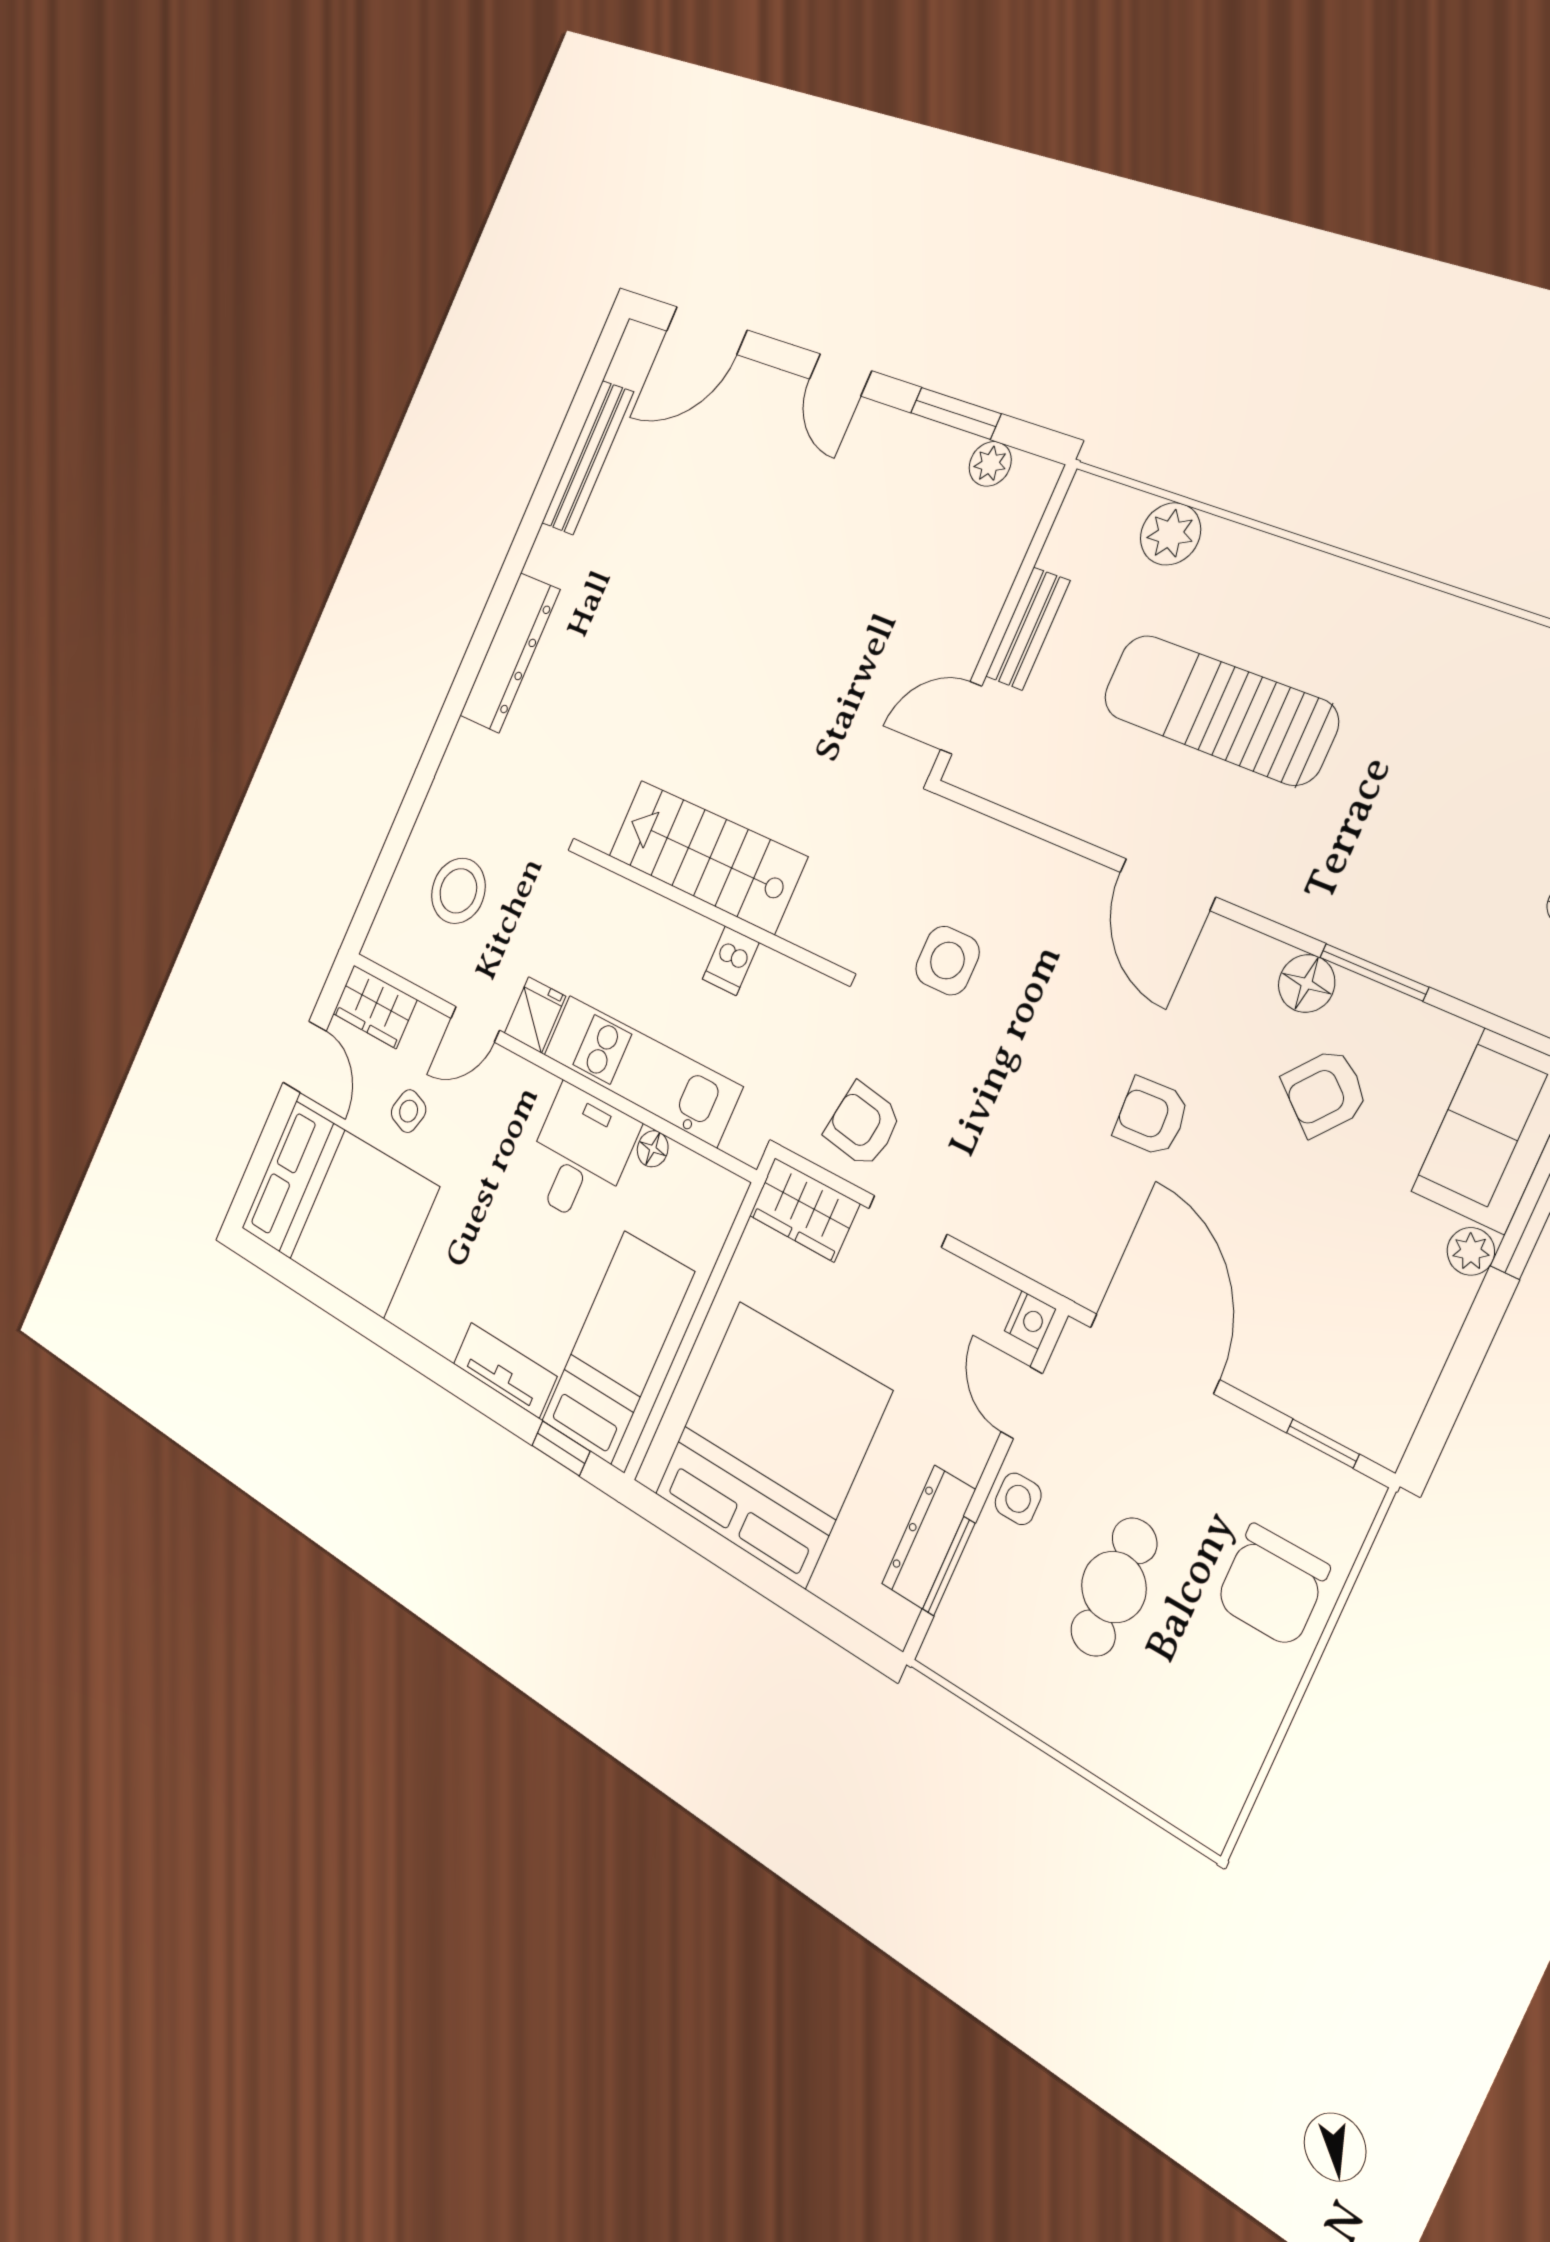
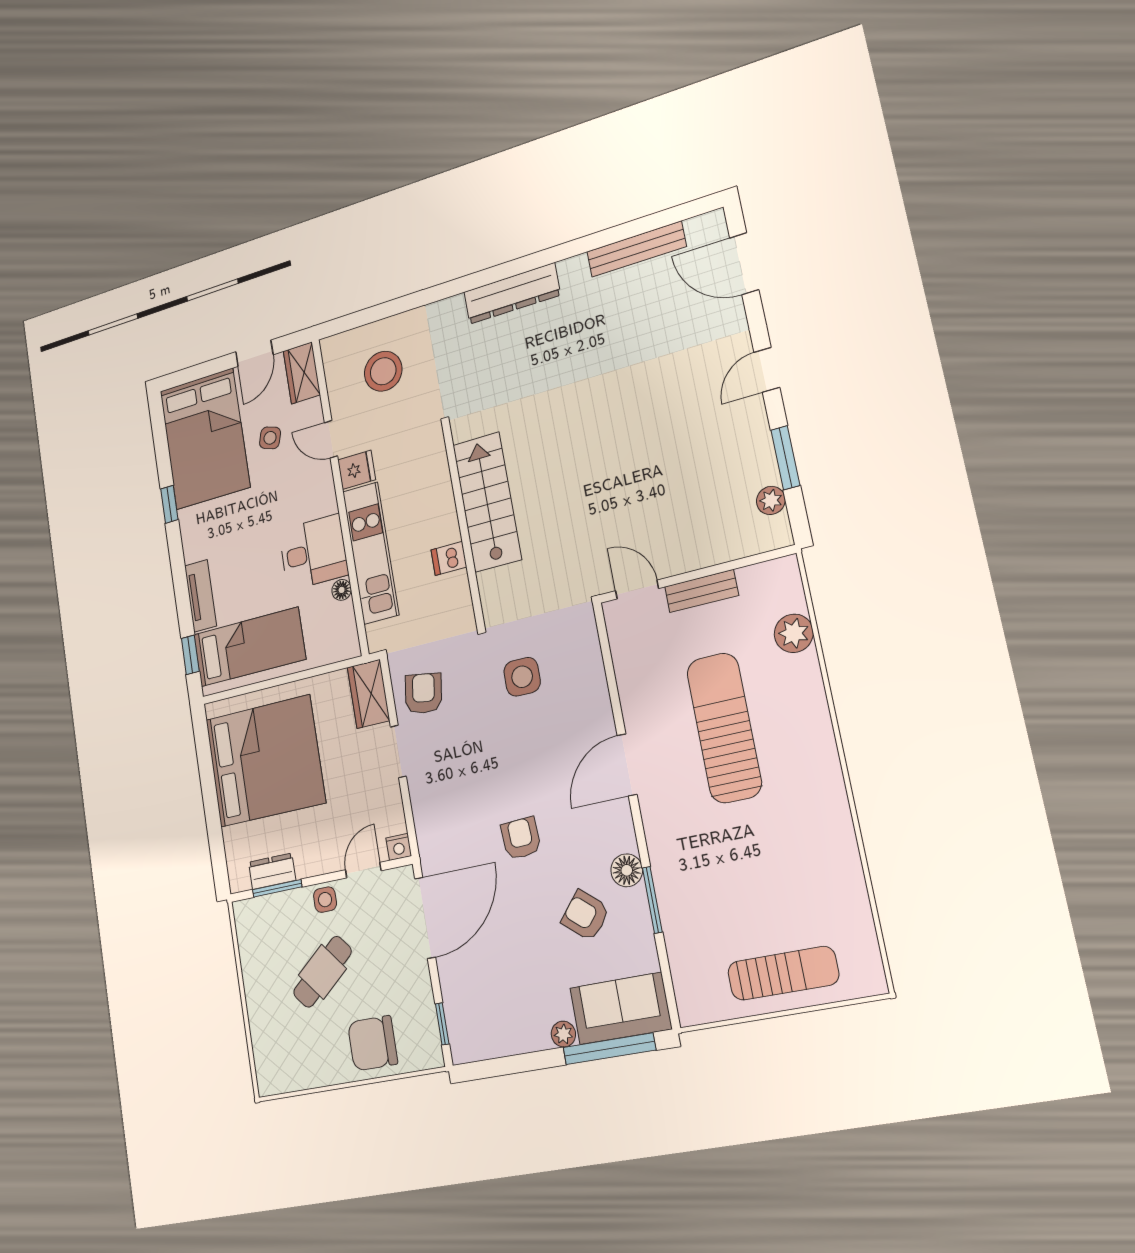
window: (370, 1325) -> (169, 504), added
dresser: (929, 1537) -> (272, 871), width x0.70
cafe table: (1114, 1587) -> (322, 972), turned -40

